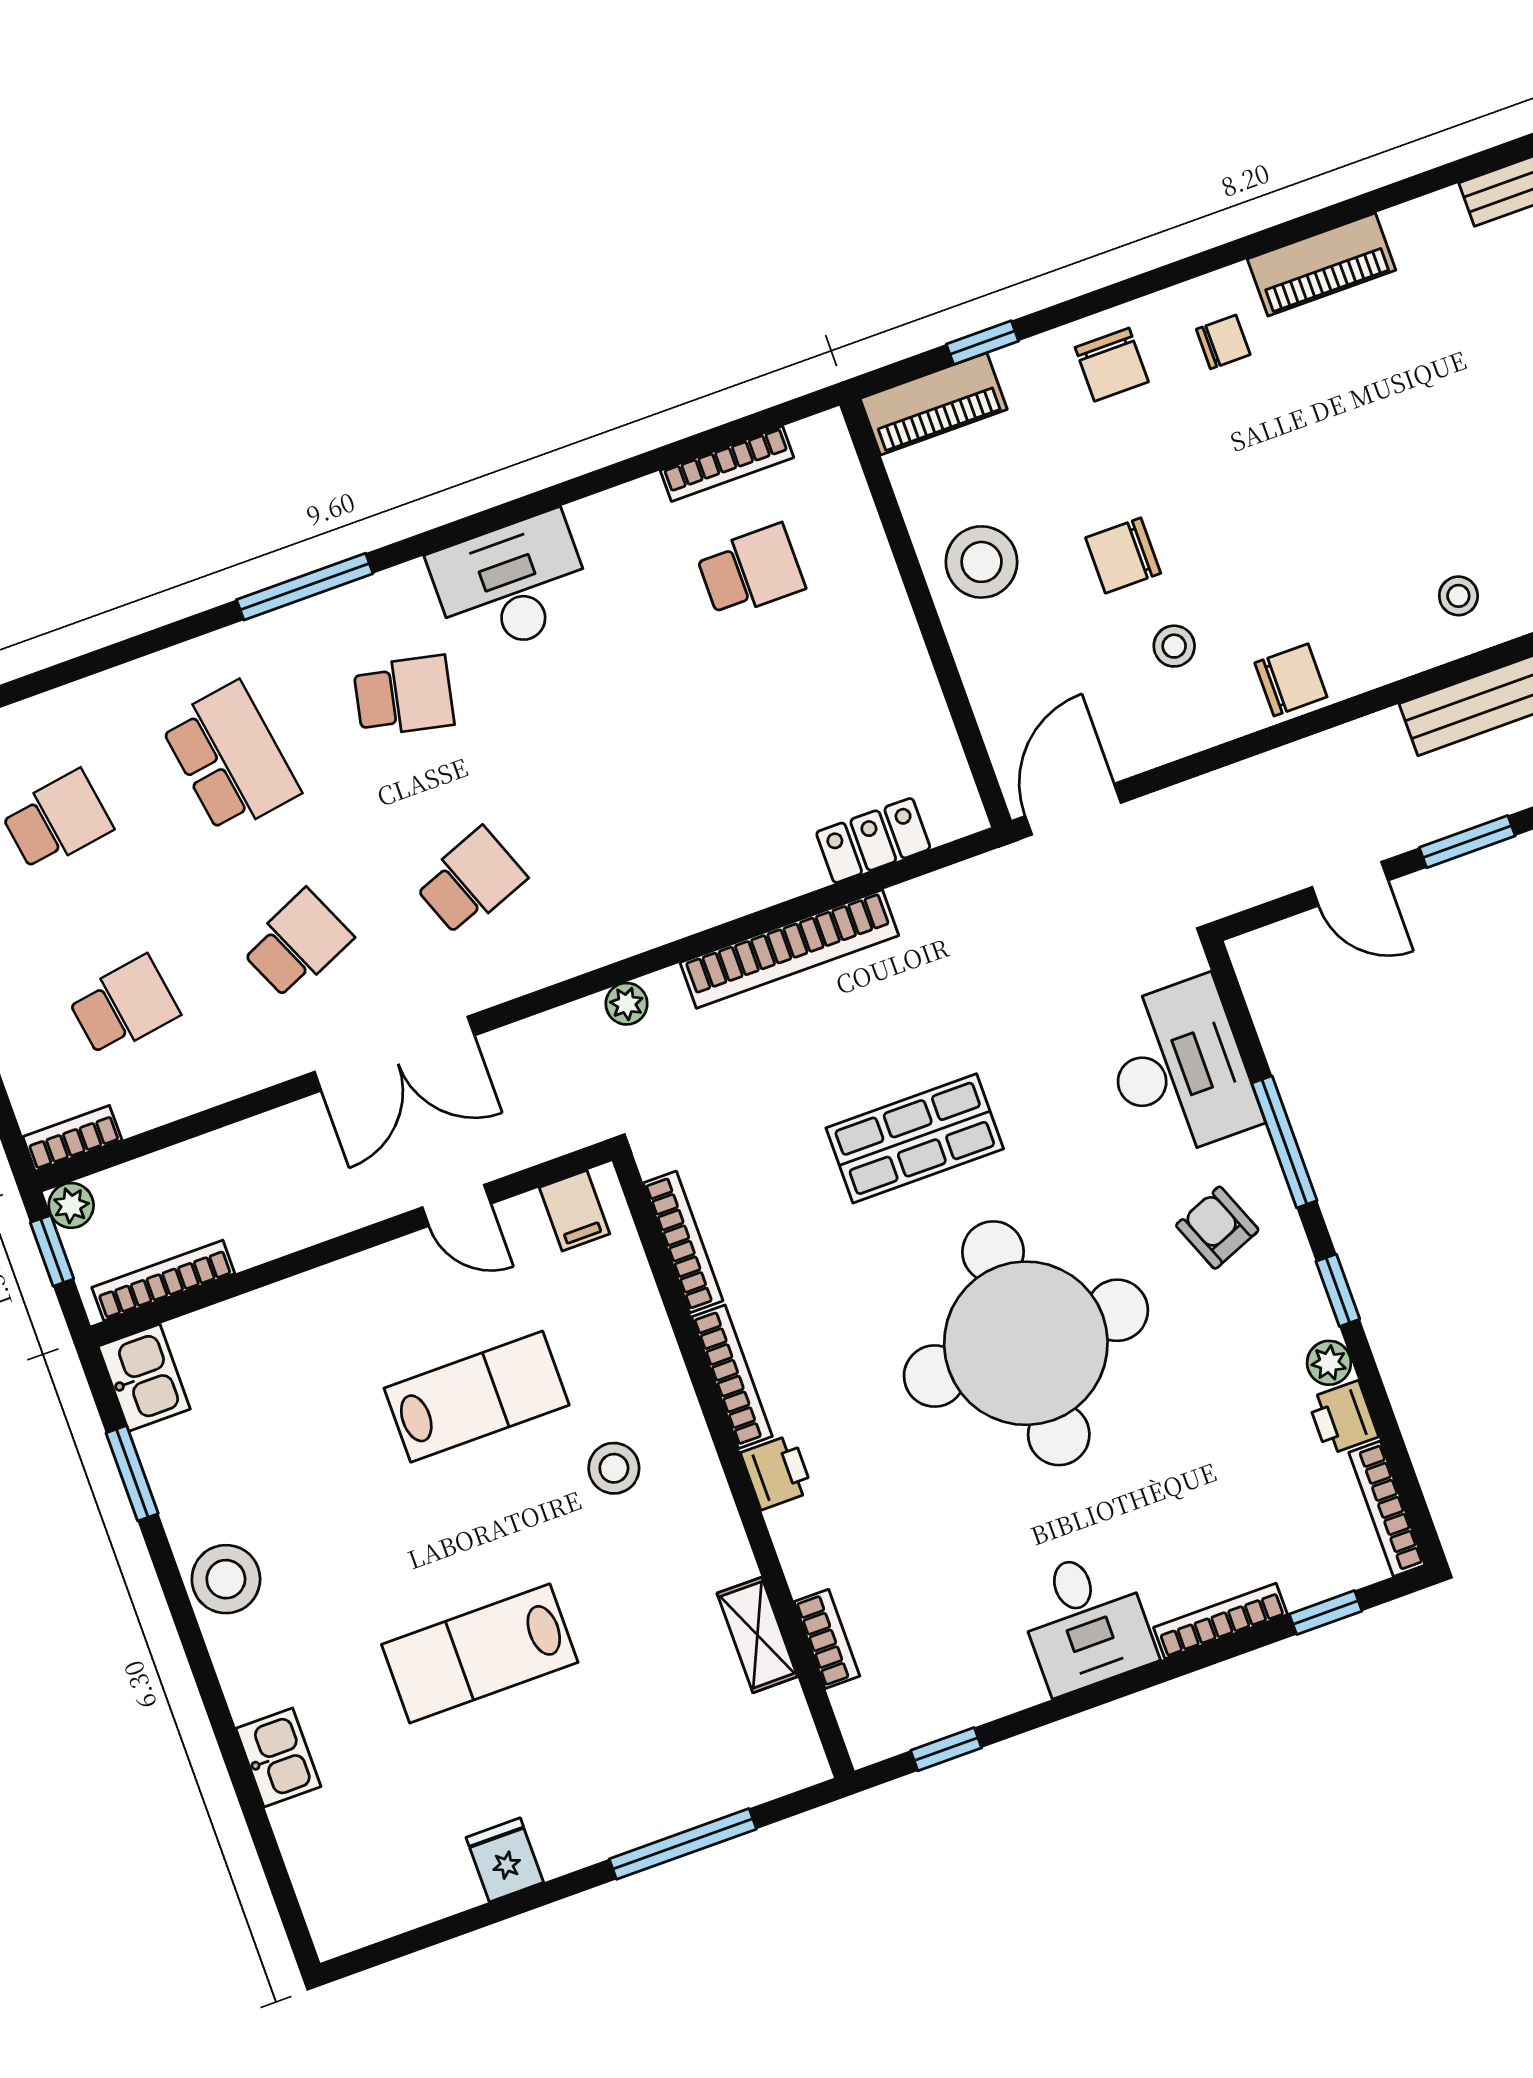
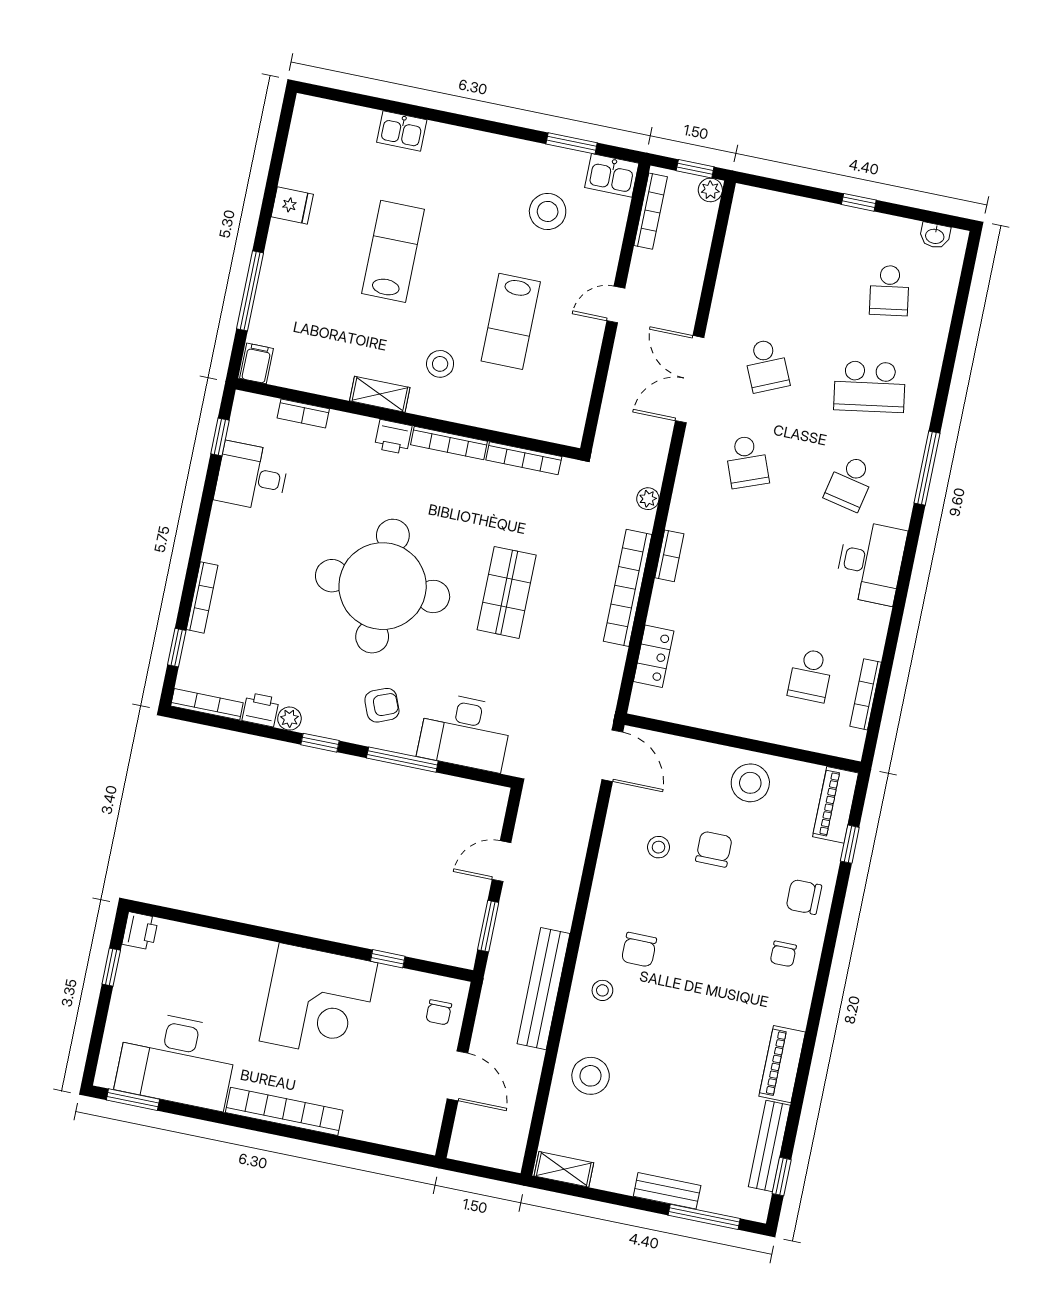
piano: (1322, 264) -> (782, 1064), moved
chair: (1291, 680) -> (639, 950), moved
school desk: (124, 1006) -> (786, 269), removed
bookcase: (72, 1138) -> (669, 556), moved
door: (457, 1205) -> (616, 305), moved
filing cabinet: (575, 1211) -> (257, 363), moved, turned 90
stool: (226, 1579) -> (548, 211), moved
desk: (1085, 1621) -> (252, 476), moved
shelving: (757, 1635) -> (380, 394), moved

